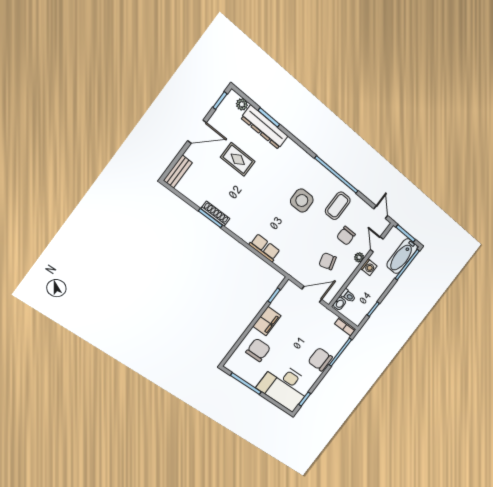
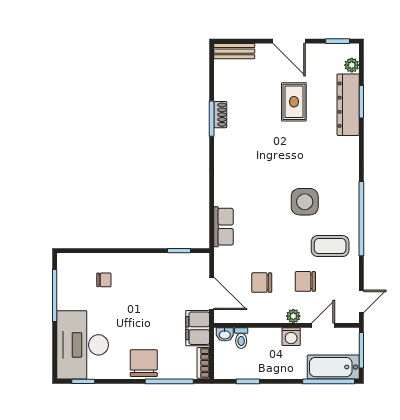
shoe rack: (215, 214) -> (220, 115), width x0.70
row of seats: (265, 248) -> (224, 227), moved
chair: (328, 261) -> (262, 283), turned -74
filing cabinet: (267, 321) -> (198, 328), moved, turned 90
chair: (258, 350) -> (104, 280), width x0.54, depth x0.54

